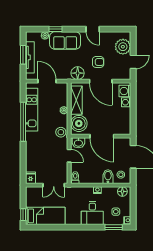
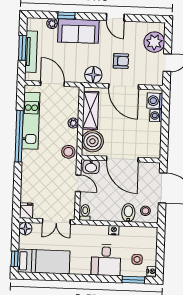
floor lamp: (122, 191) -> (25, 229), moved

